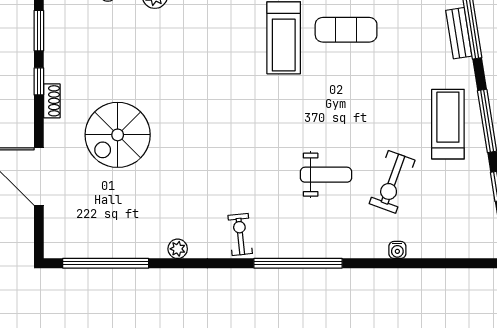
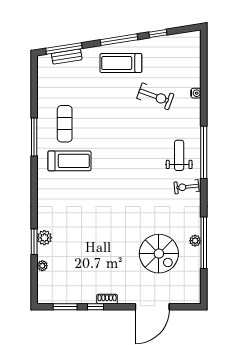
spiral stairs: (118, 135) -> (159, 254), moved
weight bench: (326, 175) -> (179, 155), moved
plant: (178, 249) -> (195, 241), moved
window: (106, 263) -> (204, 243), moved

